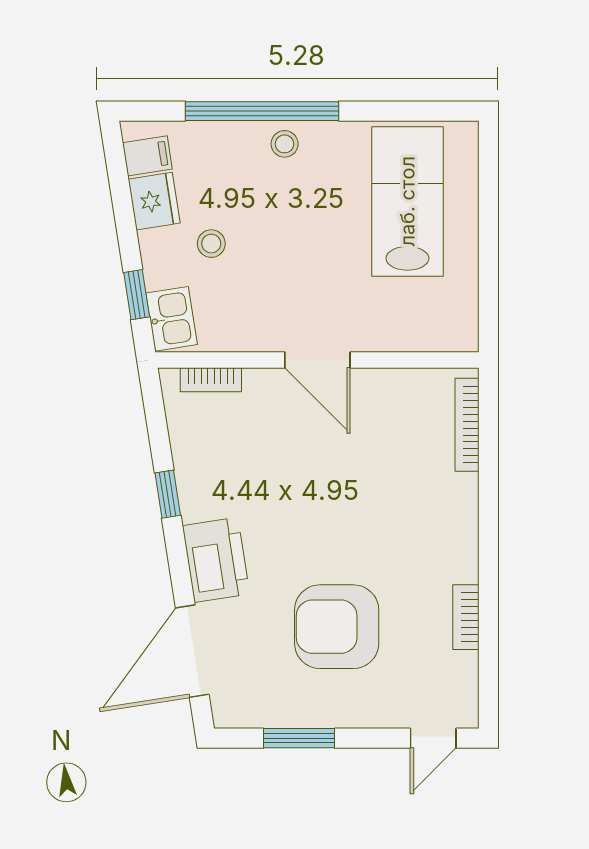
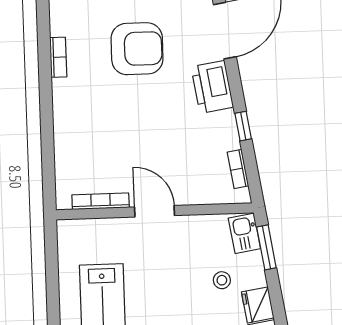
window: (137, 295) -> (266, 247), width x1.50
bookcase: (211, 380) -> (238, 169), moved, turned -99
bookcase: (467, 425) -> (101, 201), moved, turned -90

